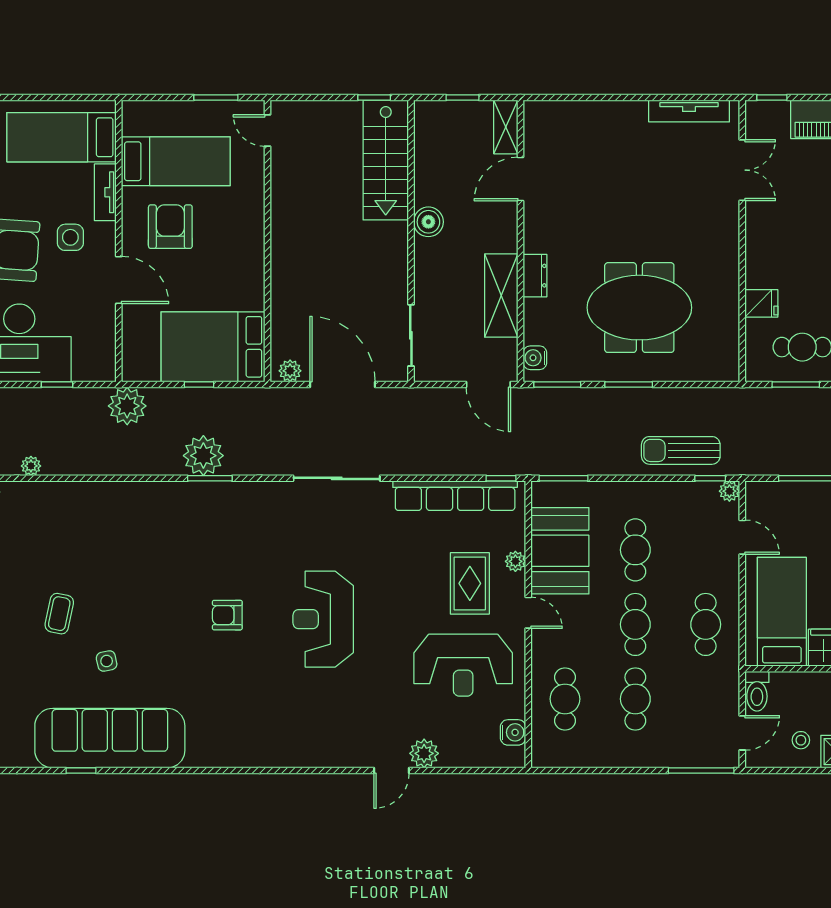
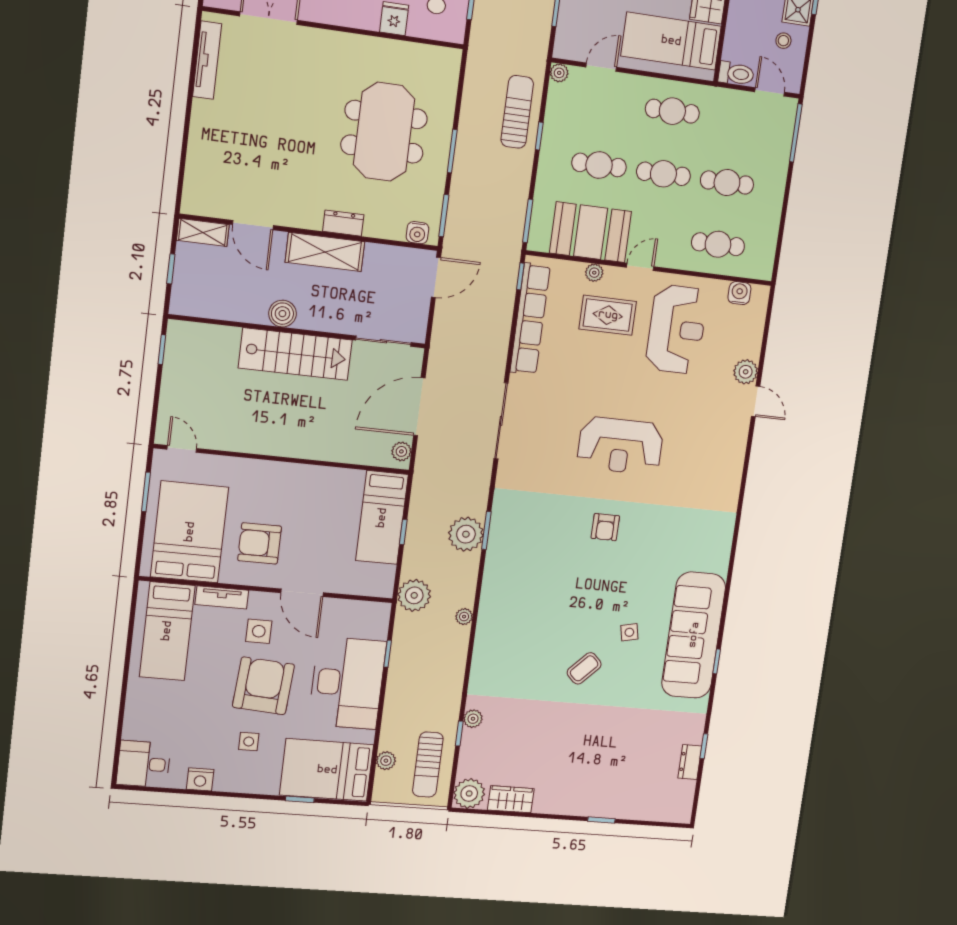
door: (267, 131) -> (182, 449), swing flipped
stairs: (386, 160) -> (295, 354), moved
bed: (176, 161) -> (190, 532), width x1.50
door: (119, 280) -> (302, 593), swing flipped
shelving: (501, 296) -> (325, 252), moved
bed: (213, 347) -> (382, 518), width x0.67
sun lounger: (681, 450) -> (517, 112), turned 180
plant: (31, 466) -> (464, 617), moved
window: (710, 478) -> (539, 136), moved
coffee table: (59, 614) -> (584, 668), turned -58

